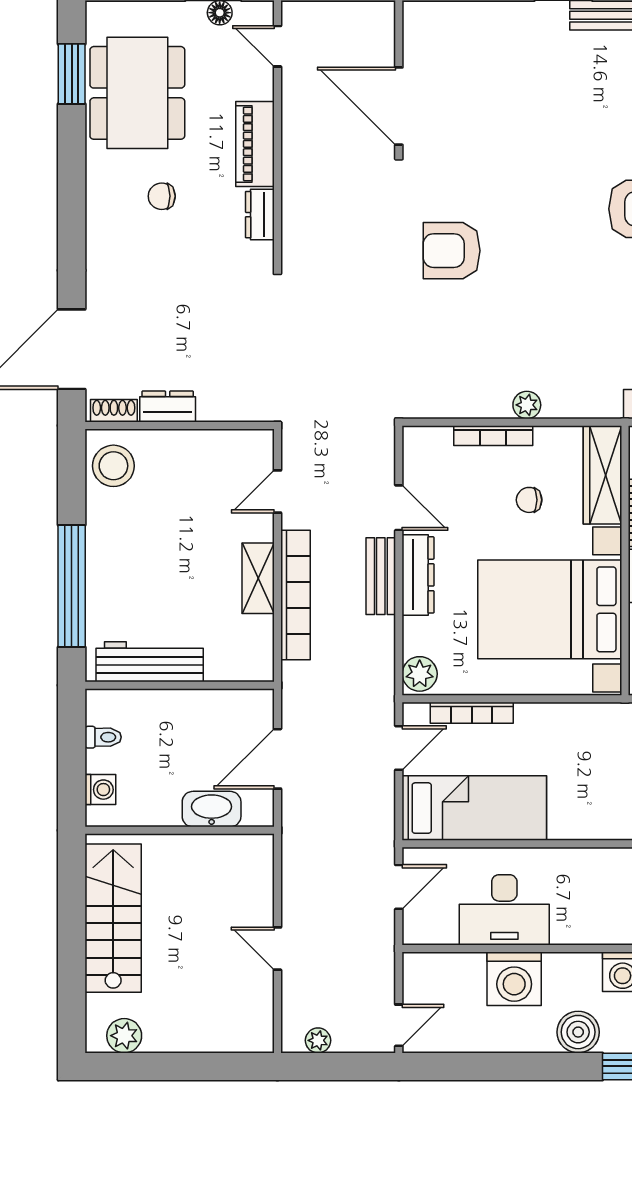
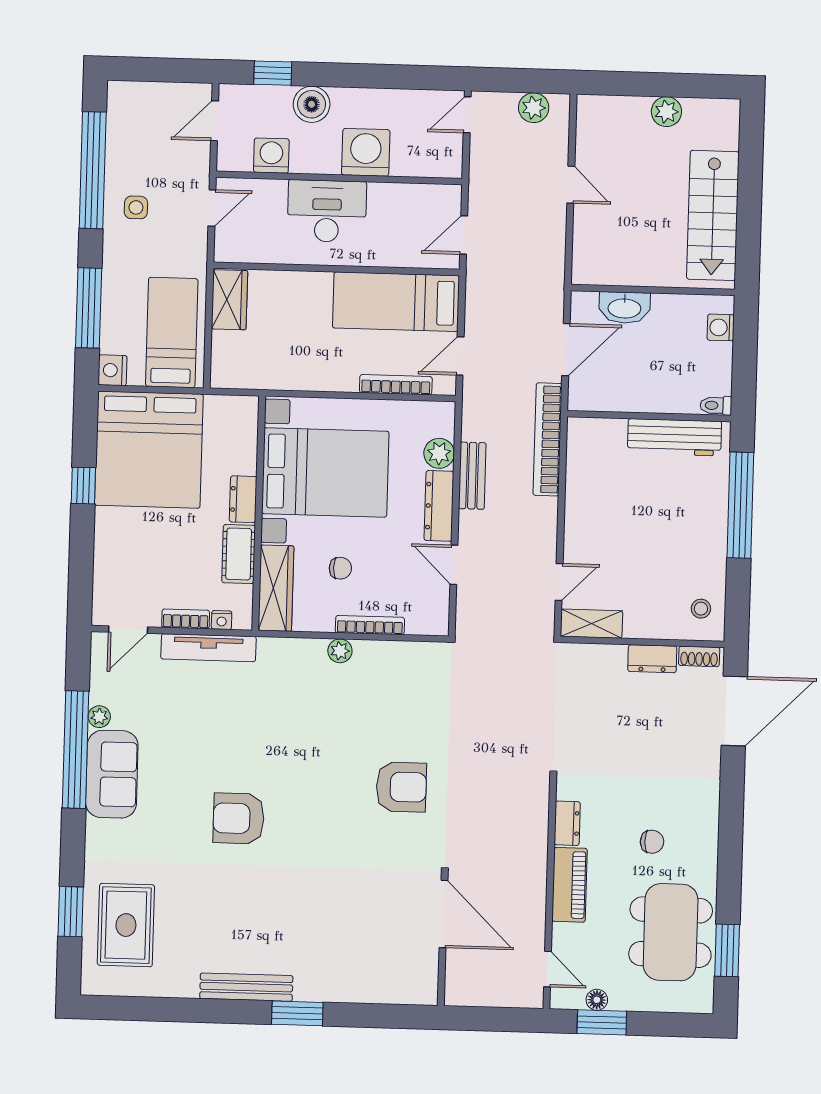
stool: (113, 466) -> (701, 609), width x0.53, depth x0.53
bench: (381, 576) -> (472, 476), moved
shelving: (258, 578) -> (591, 624), moved, turned 90
bookcase: (296, 595) -> (548, 439), moved
plant: (420, 674) -> (439, 453), moved
toilet: (103, 737) -> (716, 405), moved
desk: (504, 910) -> (327, 211), moved
plant: (124, 1036) -> (666, 112), moved
plant: (318, 1040) -> (534, 108), width x1.38, depth x1.38

